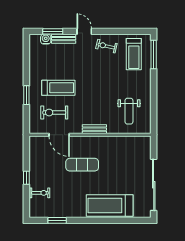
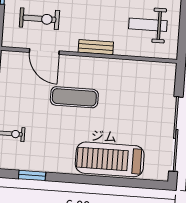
weight bench: (129, 111) -> (148, 25), turned 90
exercise bike: (54, 113) -> (39, 19), turned 180

